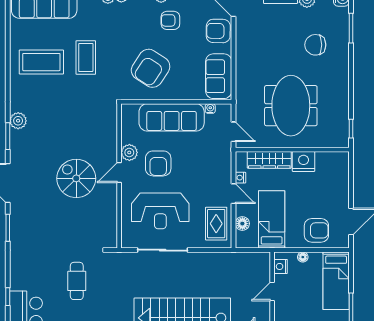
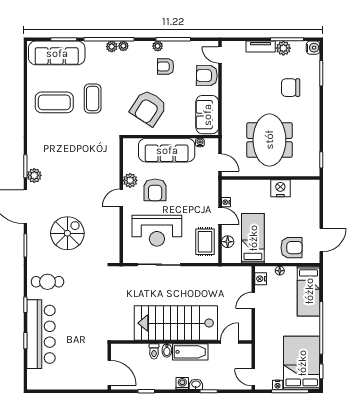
plant: (18, 121) -> (34, 175), moved
wardrobe: (269, 160) -> (251, 187), removed
spiral stairs: (76, 178) -> (67, 233), moved, turned 90
cafe table: (77, 281) -> (47, 282), moved, turned 90

